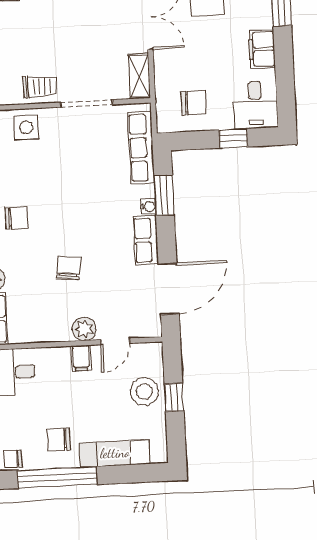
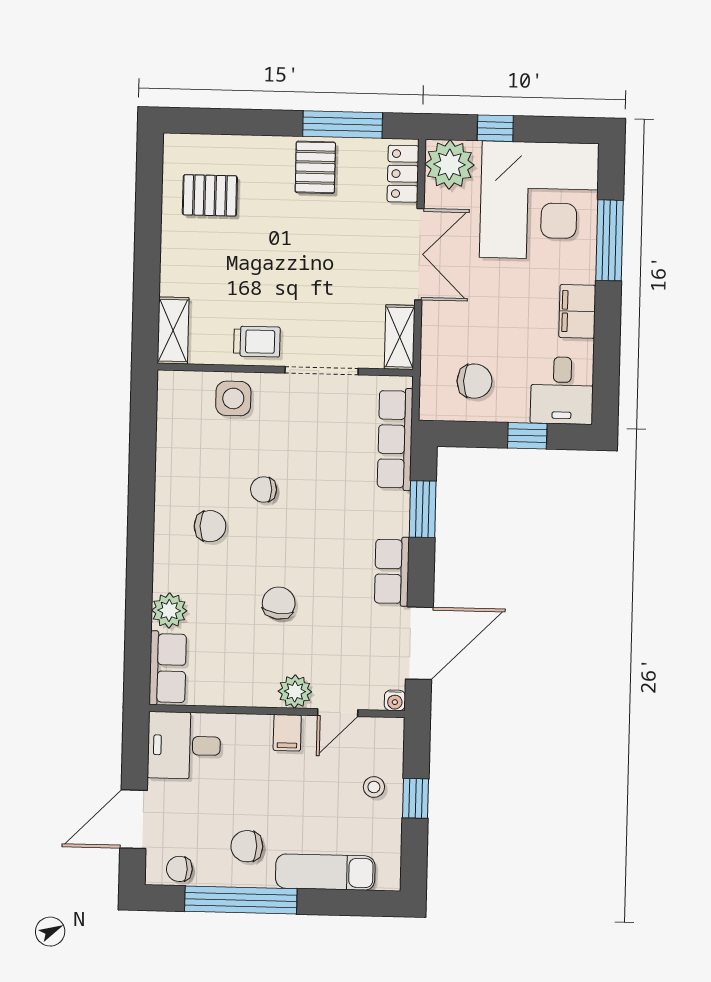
chair: (52, 189) -> (264, 489), added
water cooler: (149, 207) -> (395, 700), moved, turned 90
stool: (144, 392) -> (374, 787), width x0.53, depth x0.53

